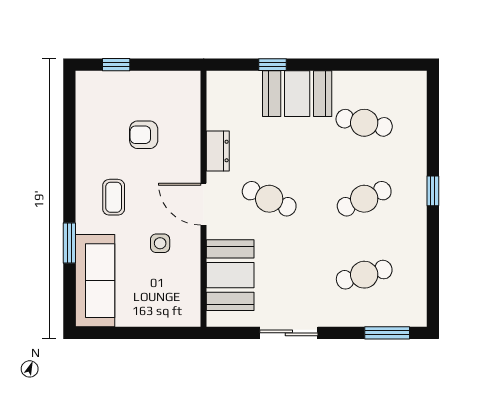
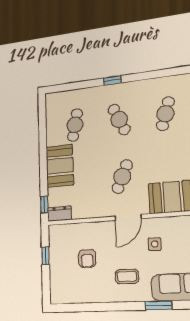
window: (116, 65) -> (45, 256), moved
window: (273, 65) -> (44, 204), moved
dresser: (218, 151) -> (59, 214), moved
cafe table: (364, 275) -> (165, 114), turned 33

